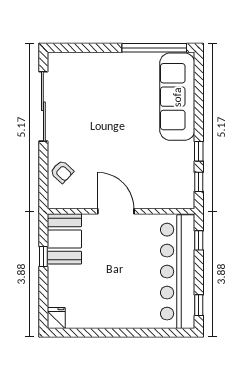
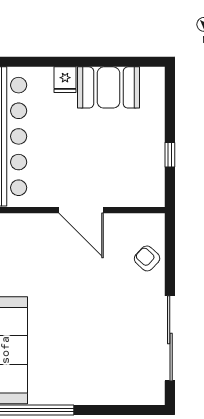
booth: (64, 239) -> (108, 87), moved, turned 90
fridge: (56, 318) -> (65, 80), moved

